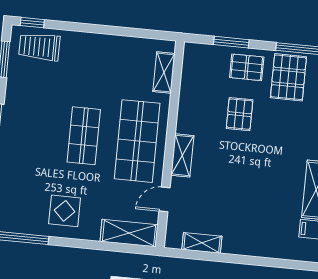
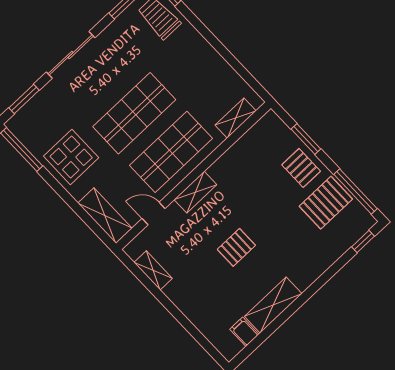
pallet: (240, 114) -> (236, 247), moved
shop shelf: (84, 136) -> (134, 113), width x1.43, depth x1.36
display table: (65, 211) -> (71, 157), width x1.36, depth x1.36

